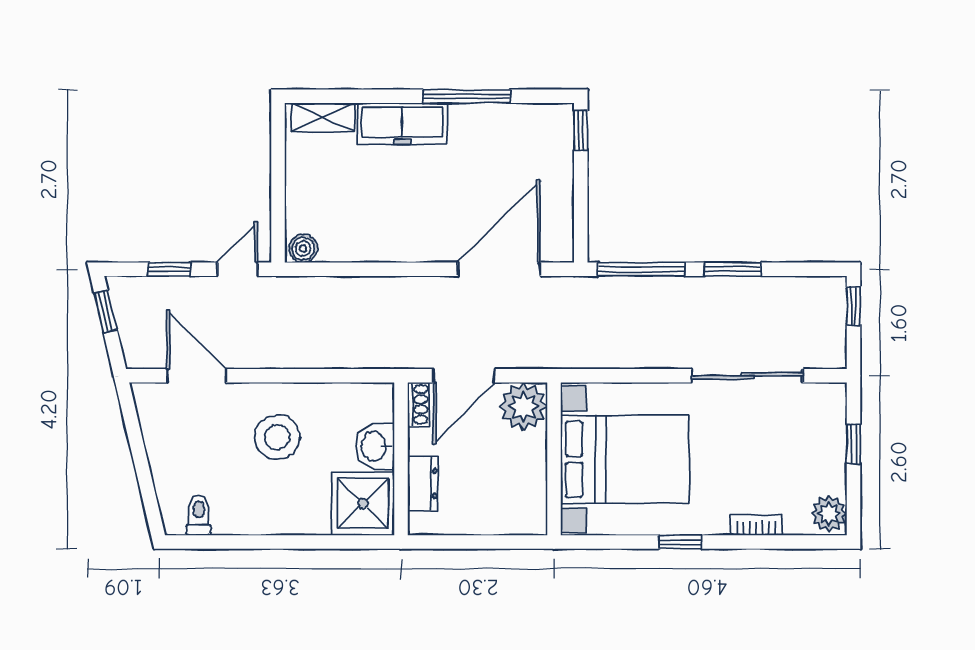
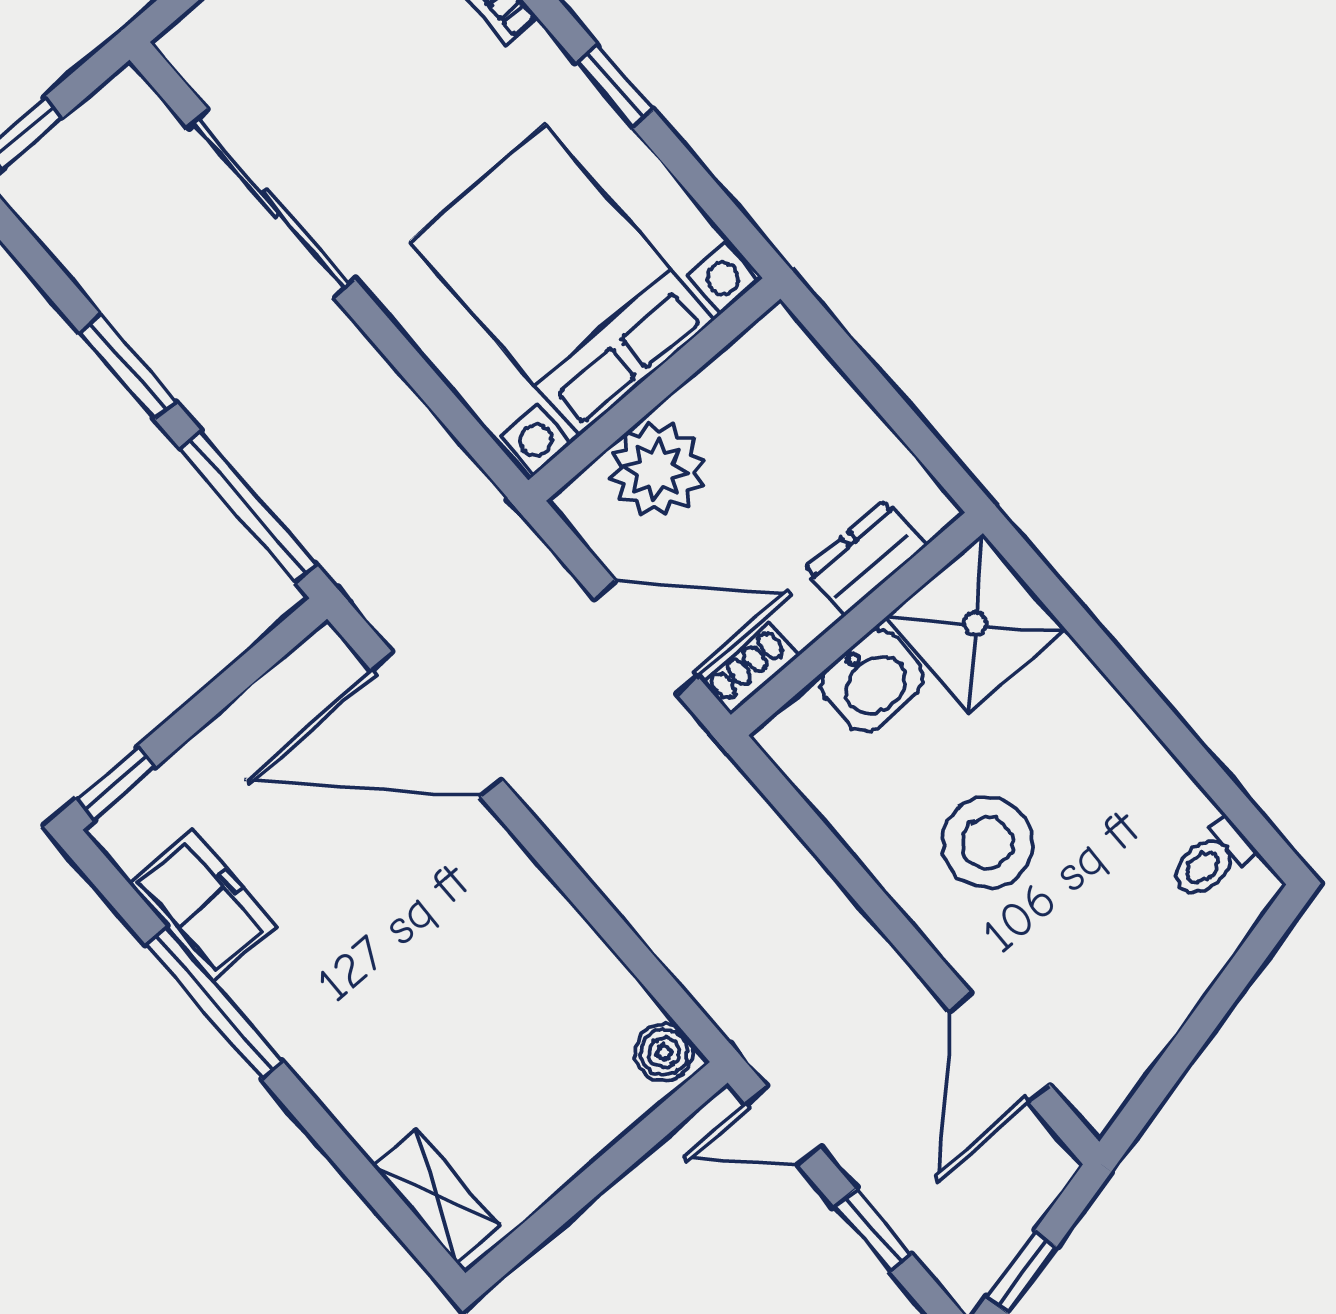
freezer: (402, 124) -> (203, 905), moved, width x0.71
plant: (523, 406) -> (657, 469), moved

